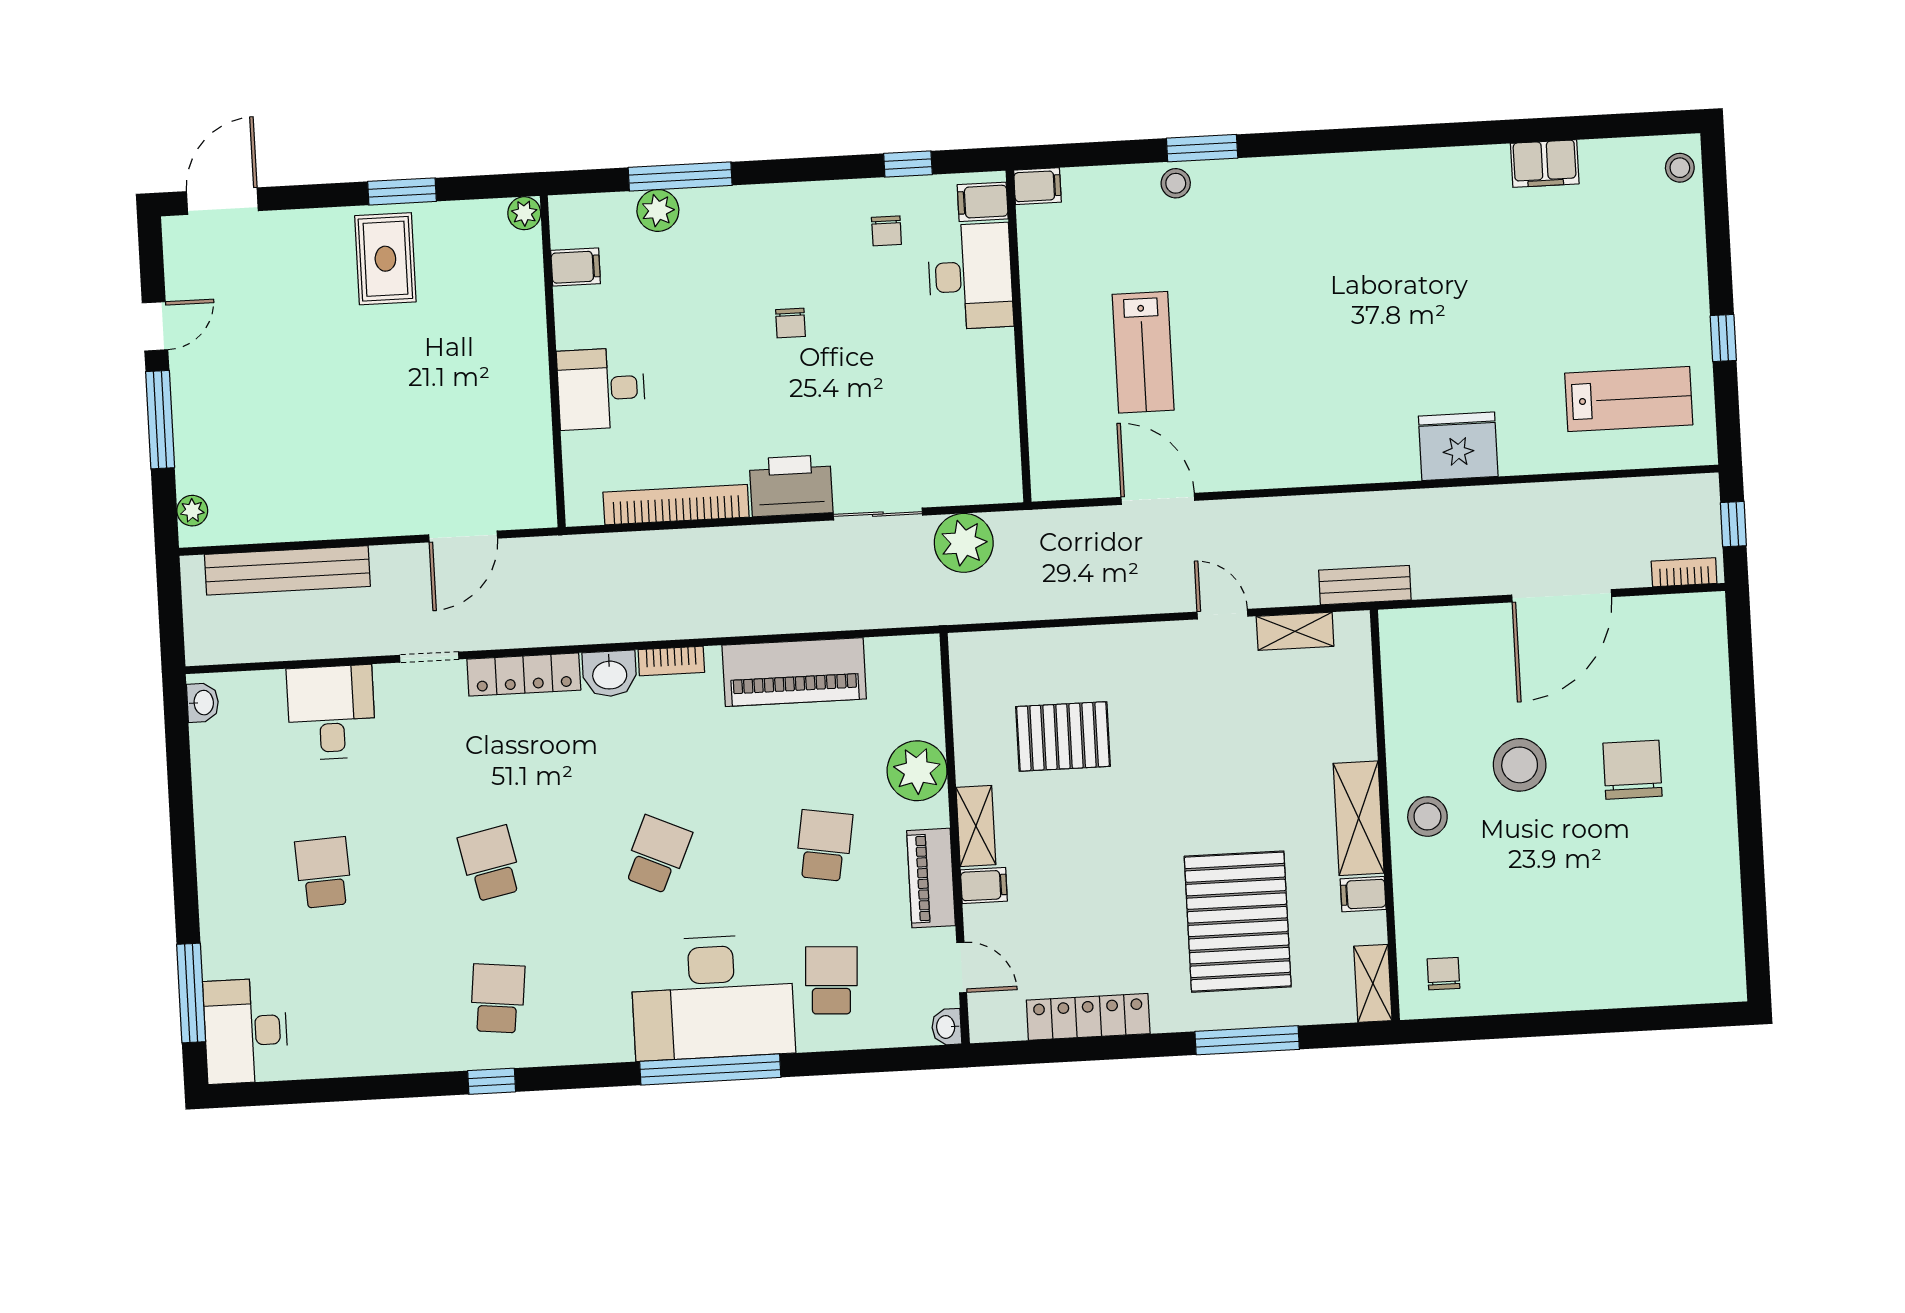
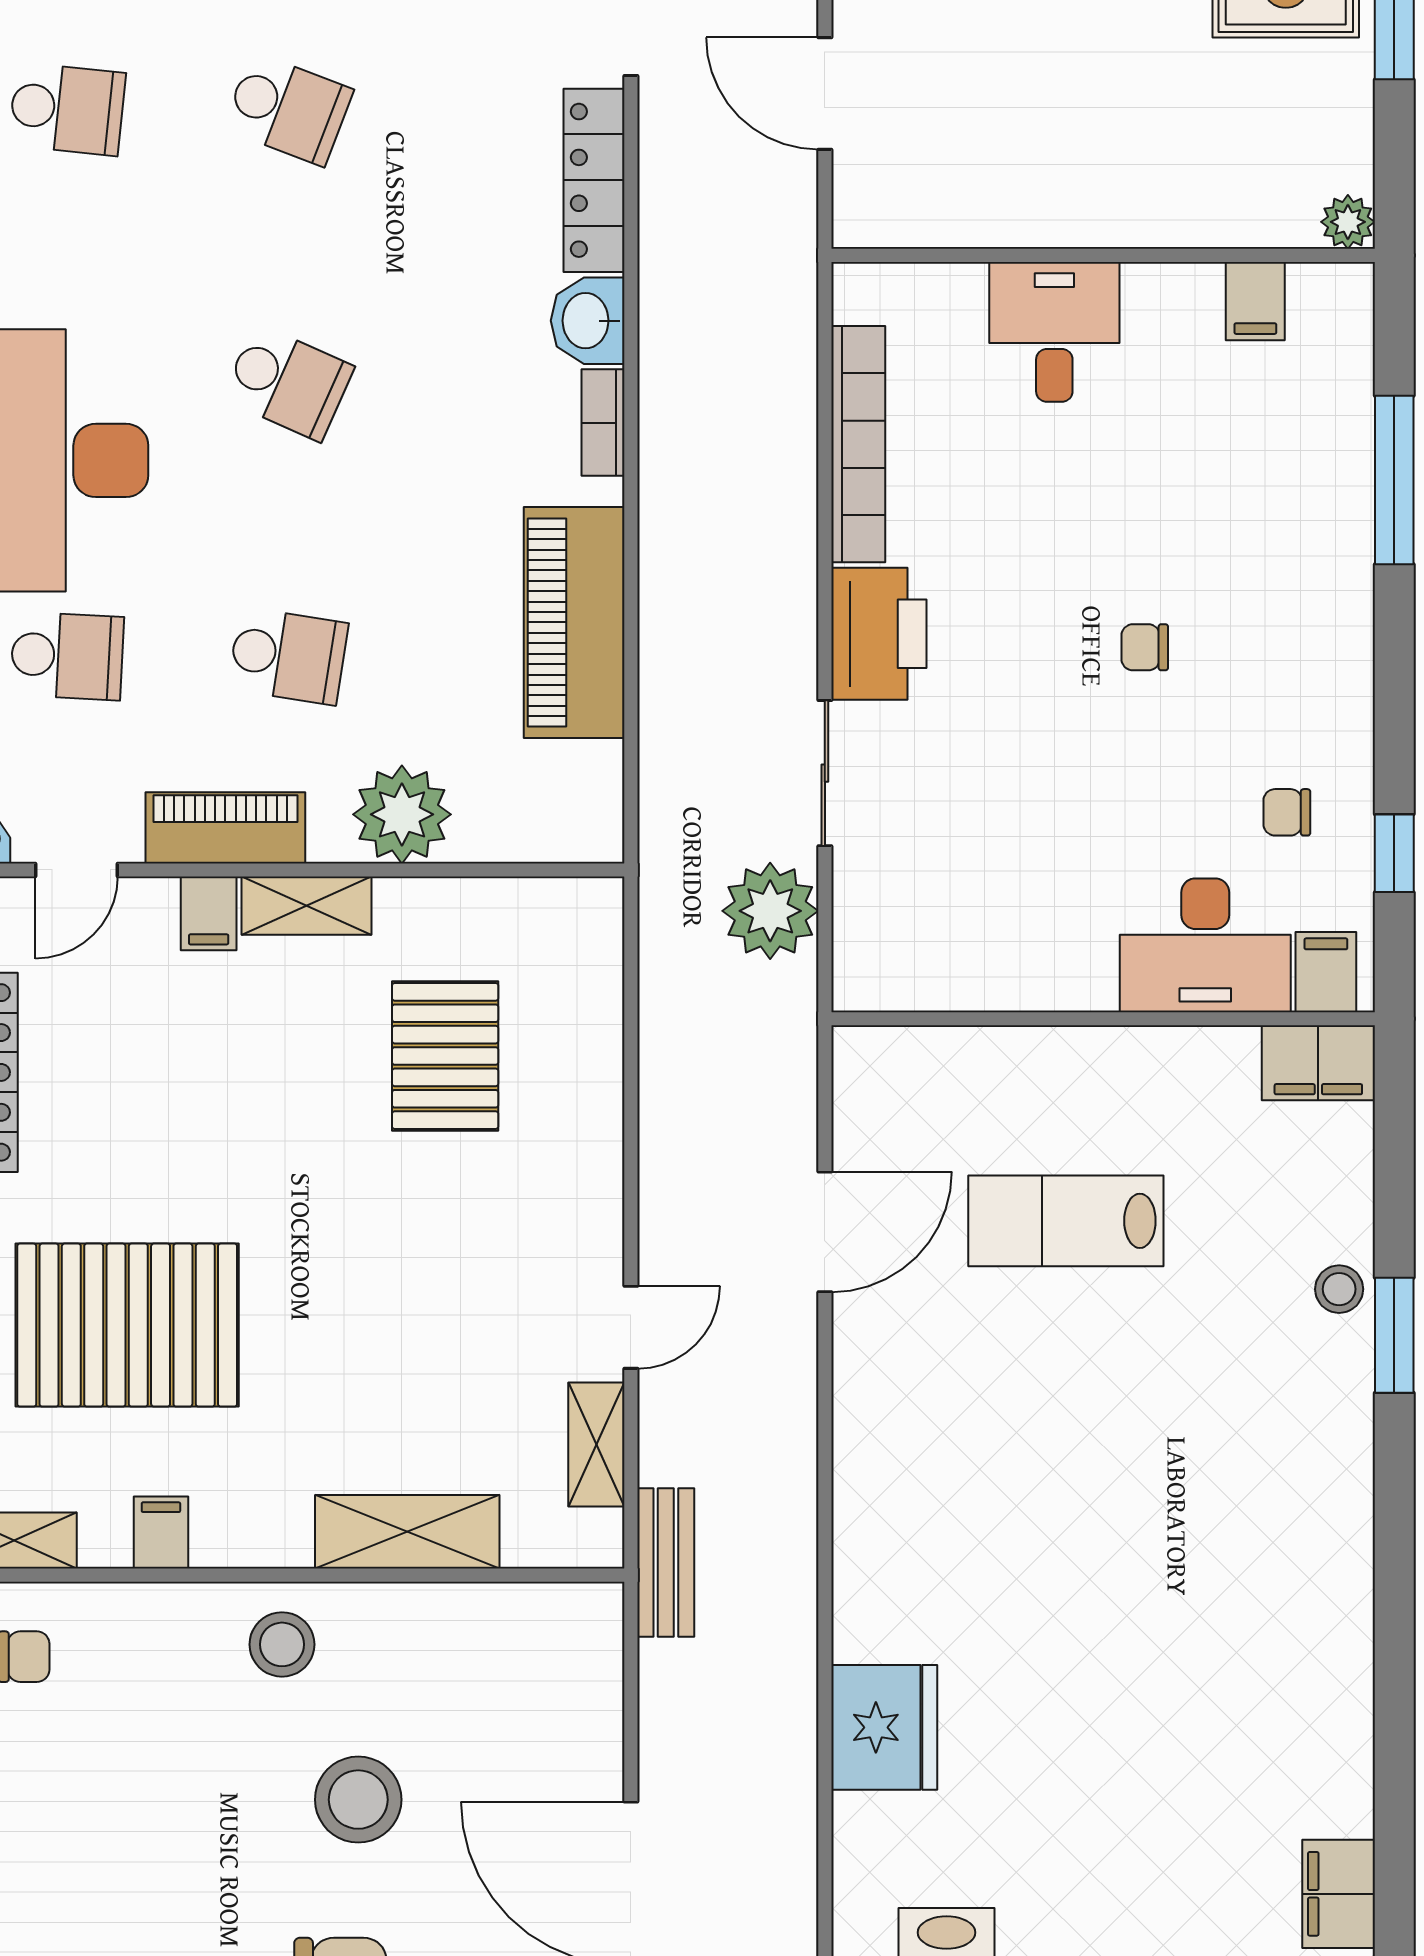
filing cabinet: (1037, 186) -> (1318, 1063), width x2.00
plant: (658, 210) -> (1341, 441), removed
shelving: (1359, 818) -> (407, 1532), moved
school desk: (490, 864) -> (288, 109), turned 33

